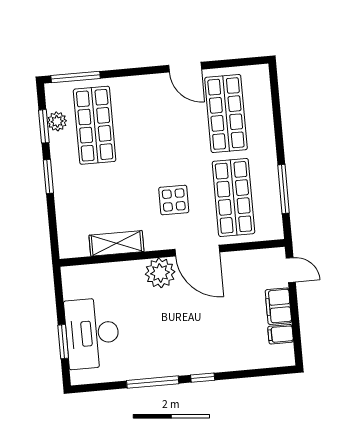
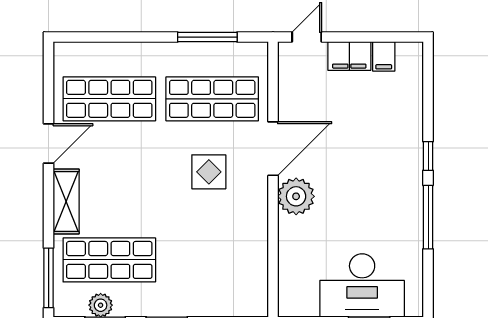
shelving: (116, 243) -> (66, 202), moved

